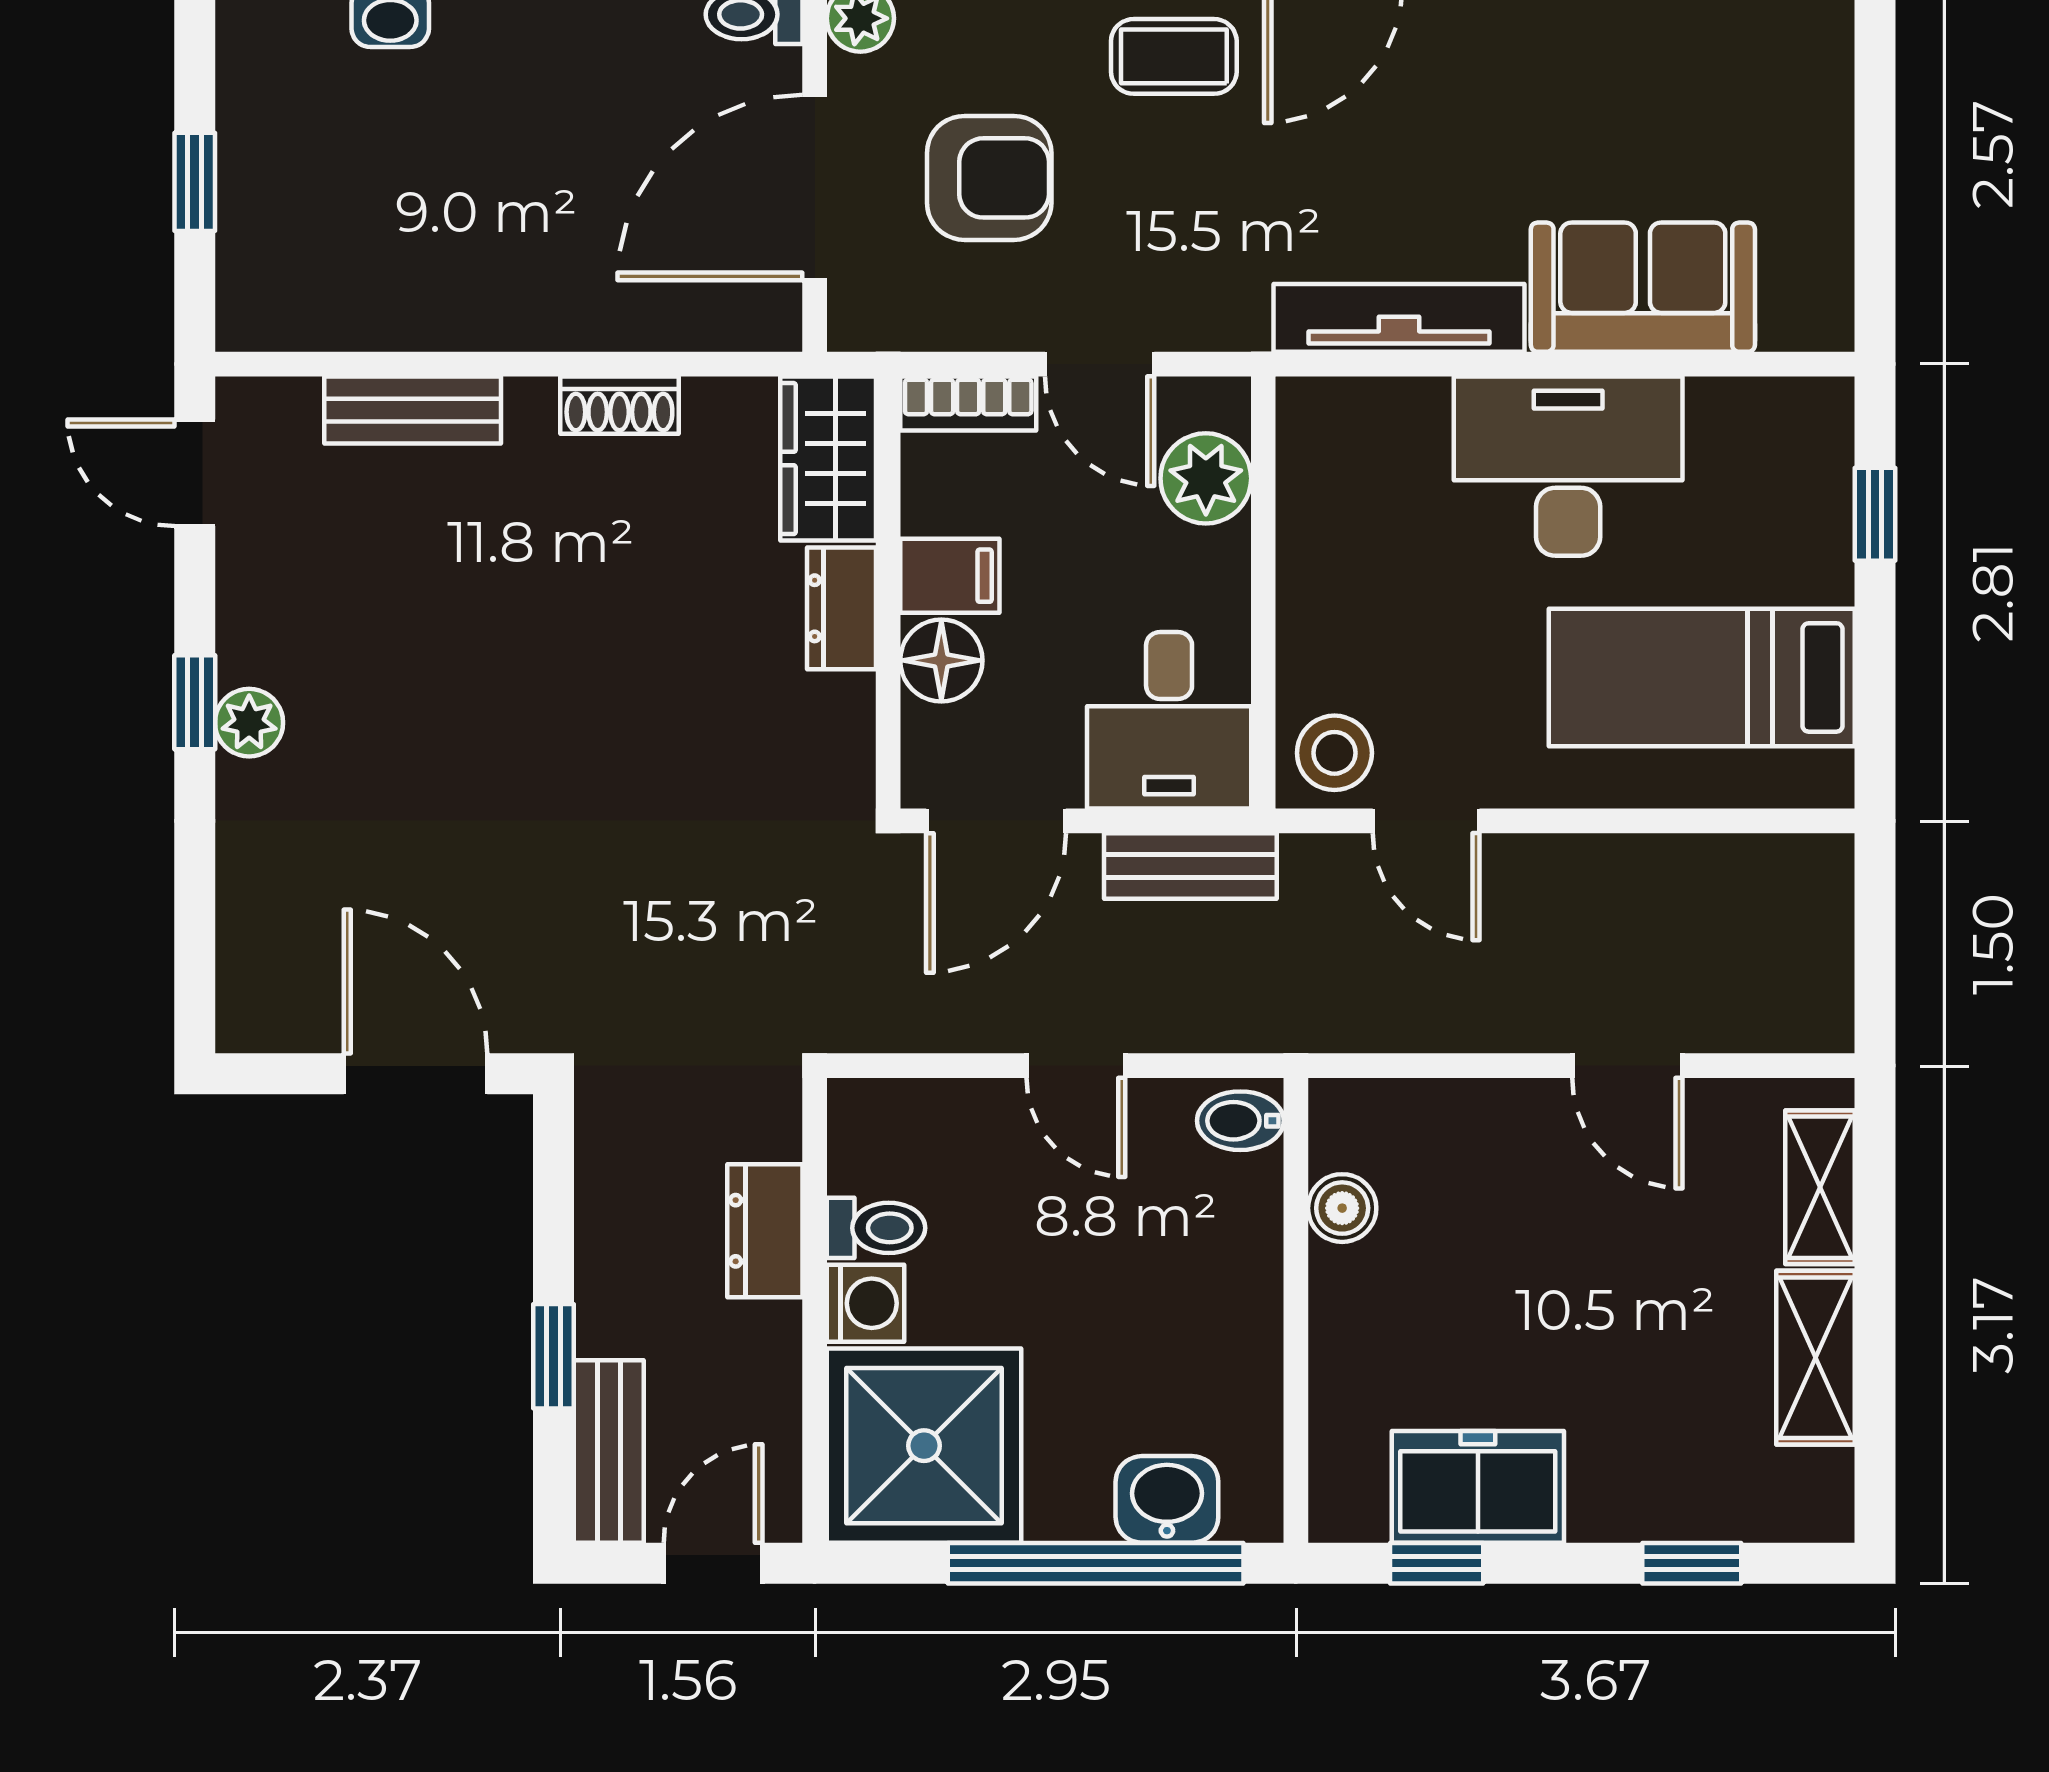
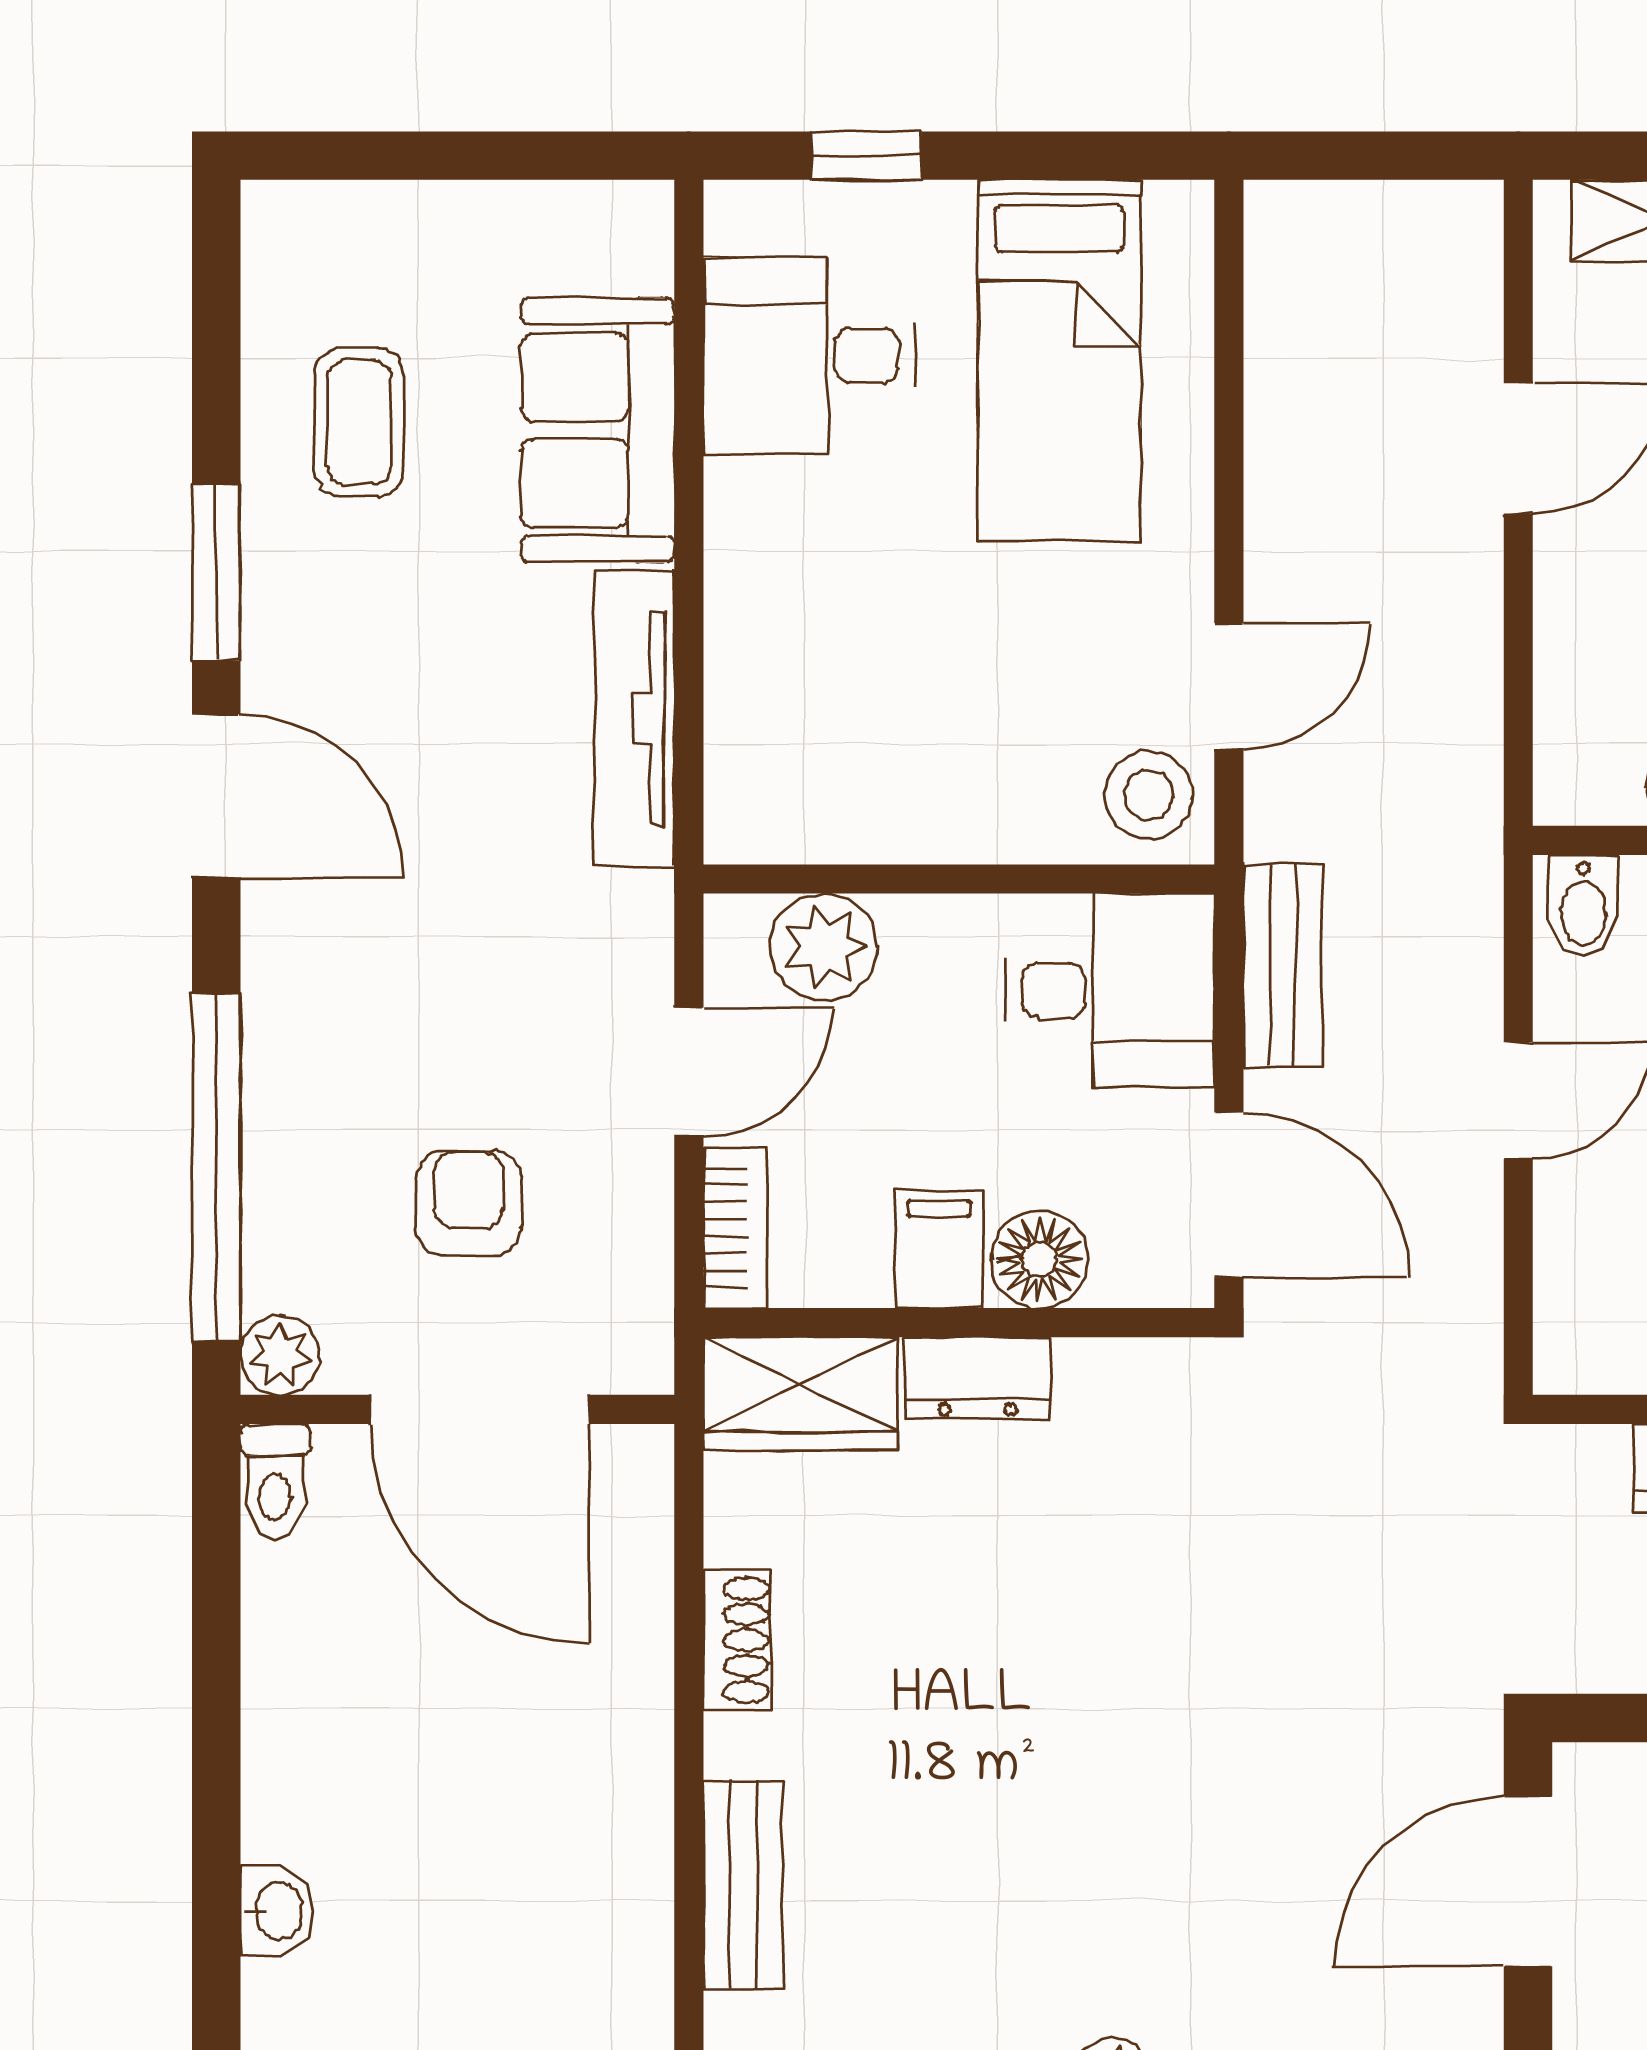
coffee table: (1174, 56) -> (359, 422), moved
armchair: (989, 178) -> (469, 1203), width x0.72, depth x0.72
desk: (1568, 466) -> (809, 355), moved, width x0.73

